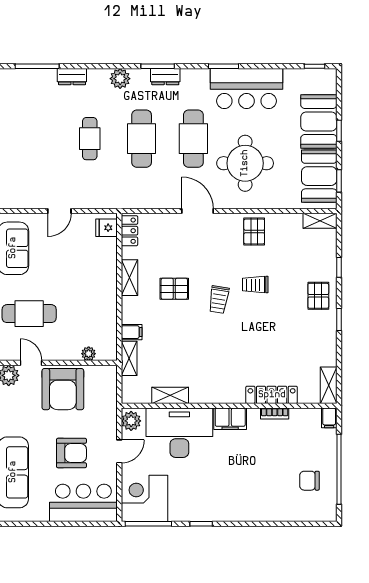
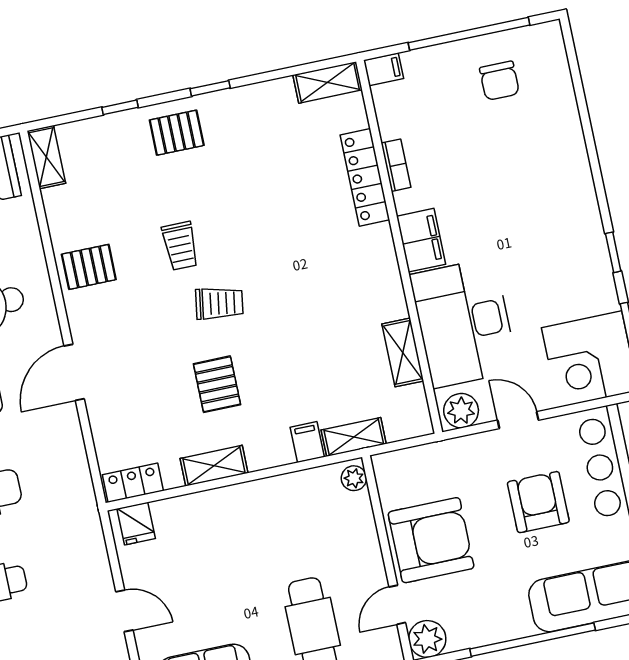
plant: (89, 354) -> (354, 478), moved

